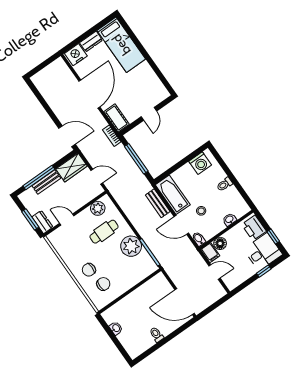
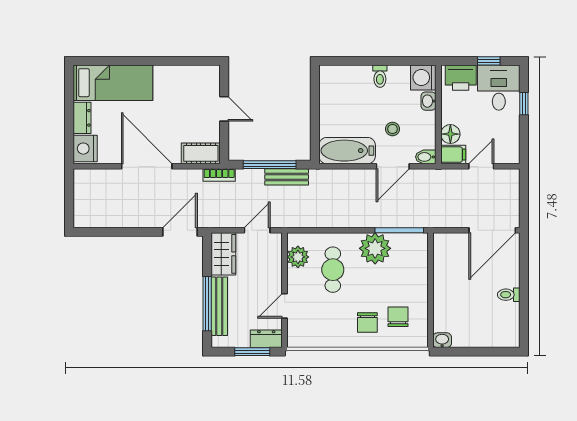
washing machine: (200, 163) -> (423, 78), moved, turned 180
bench: (46, 182) -> (219, 306), width x1.36
bench: (158, 203) -> (287, 177), moved
washbasin: (116, 328) -> (442, 340), moved

